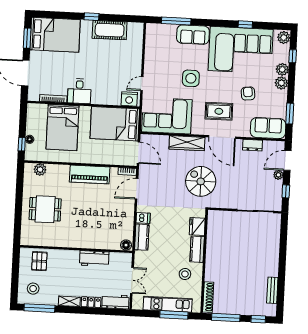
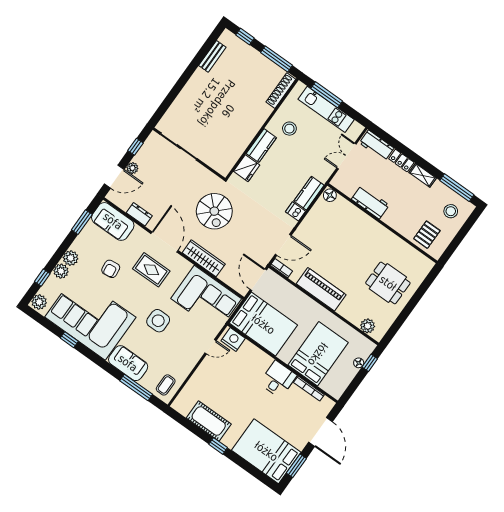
coffee table: (156, 36) -> (166, 385), added

